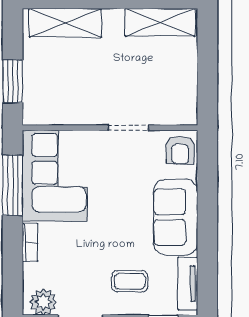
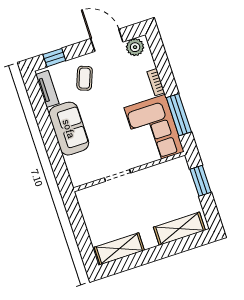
armchair: (180, 150) -> (80, 172), removed
coffee table: (130, 281) -> (85, 78), turned -69

